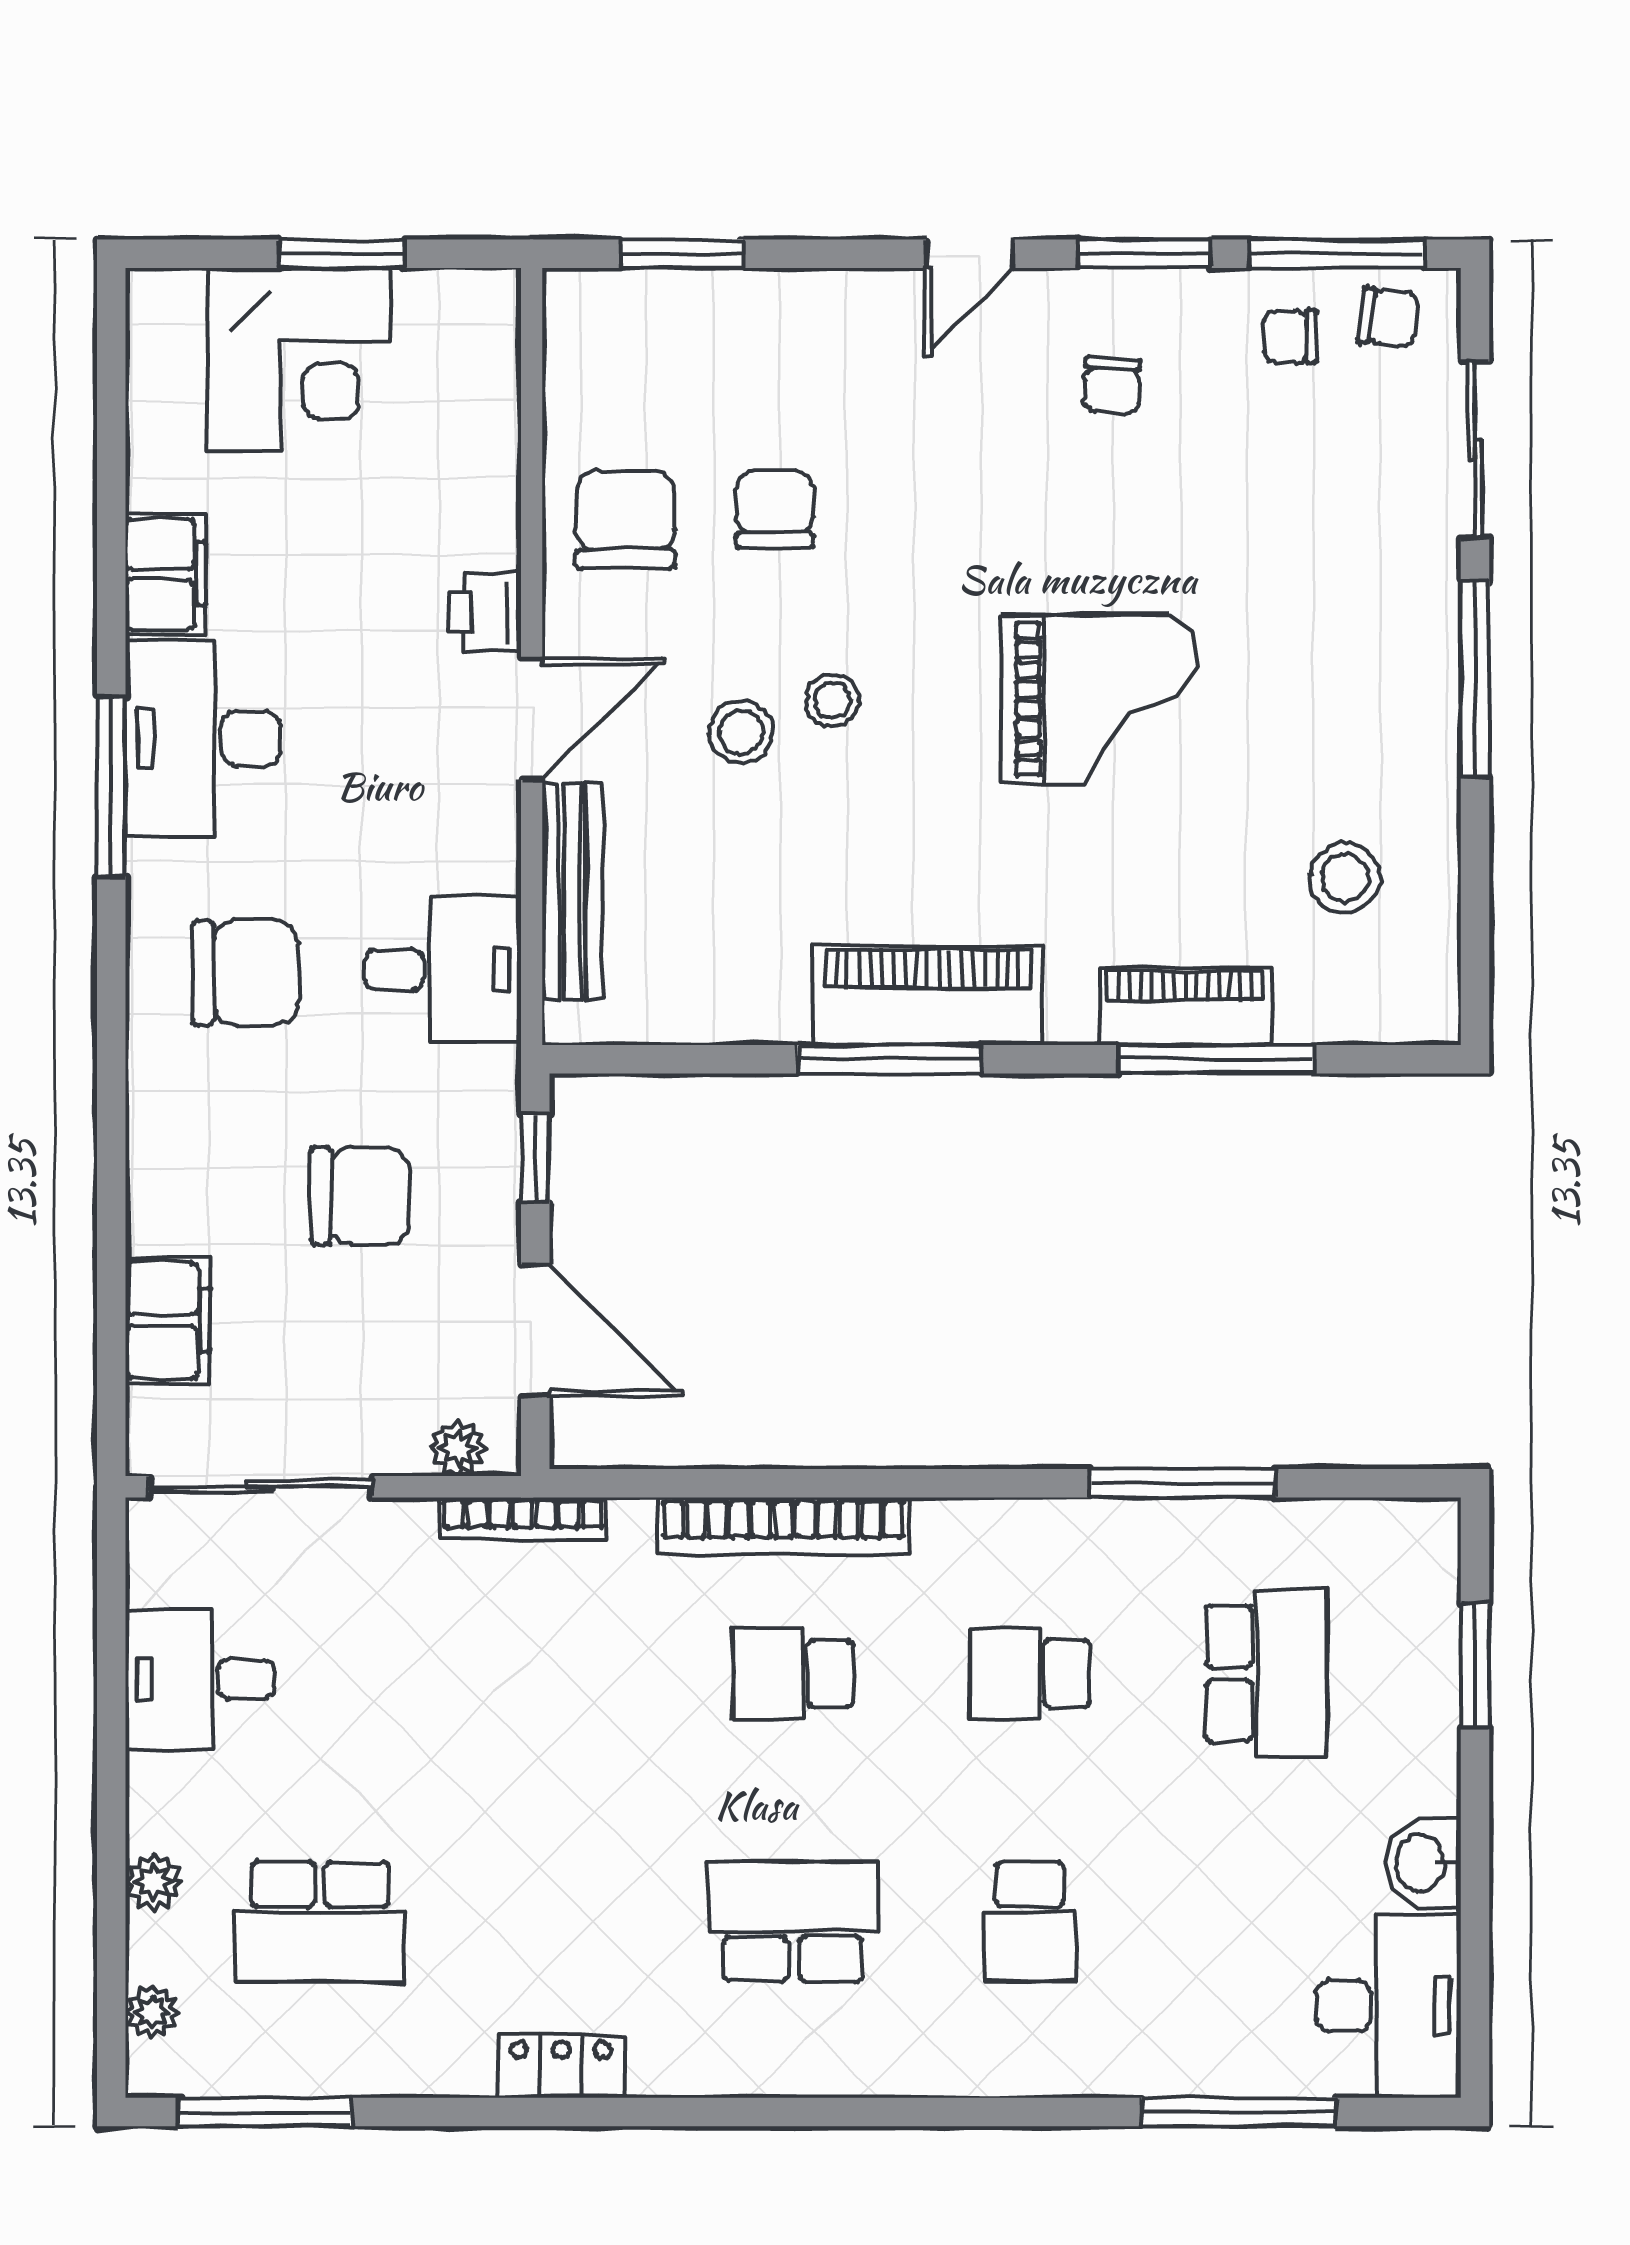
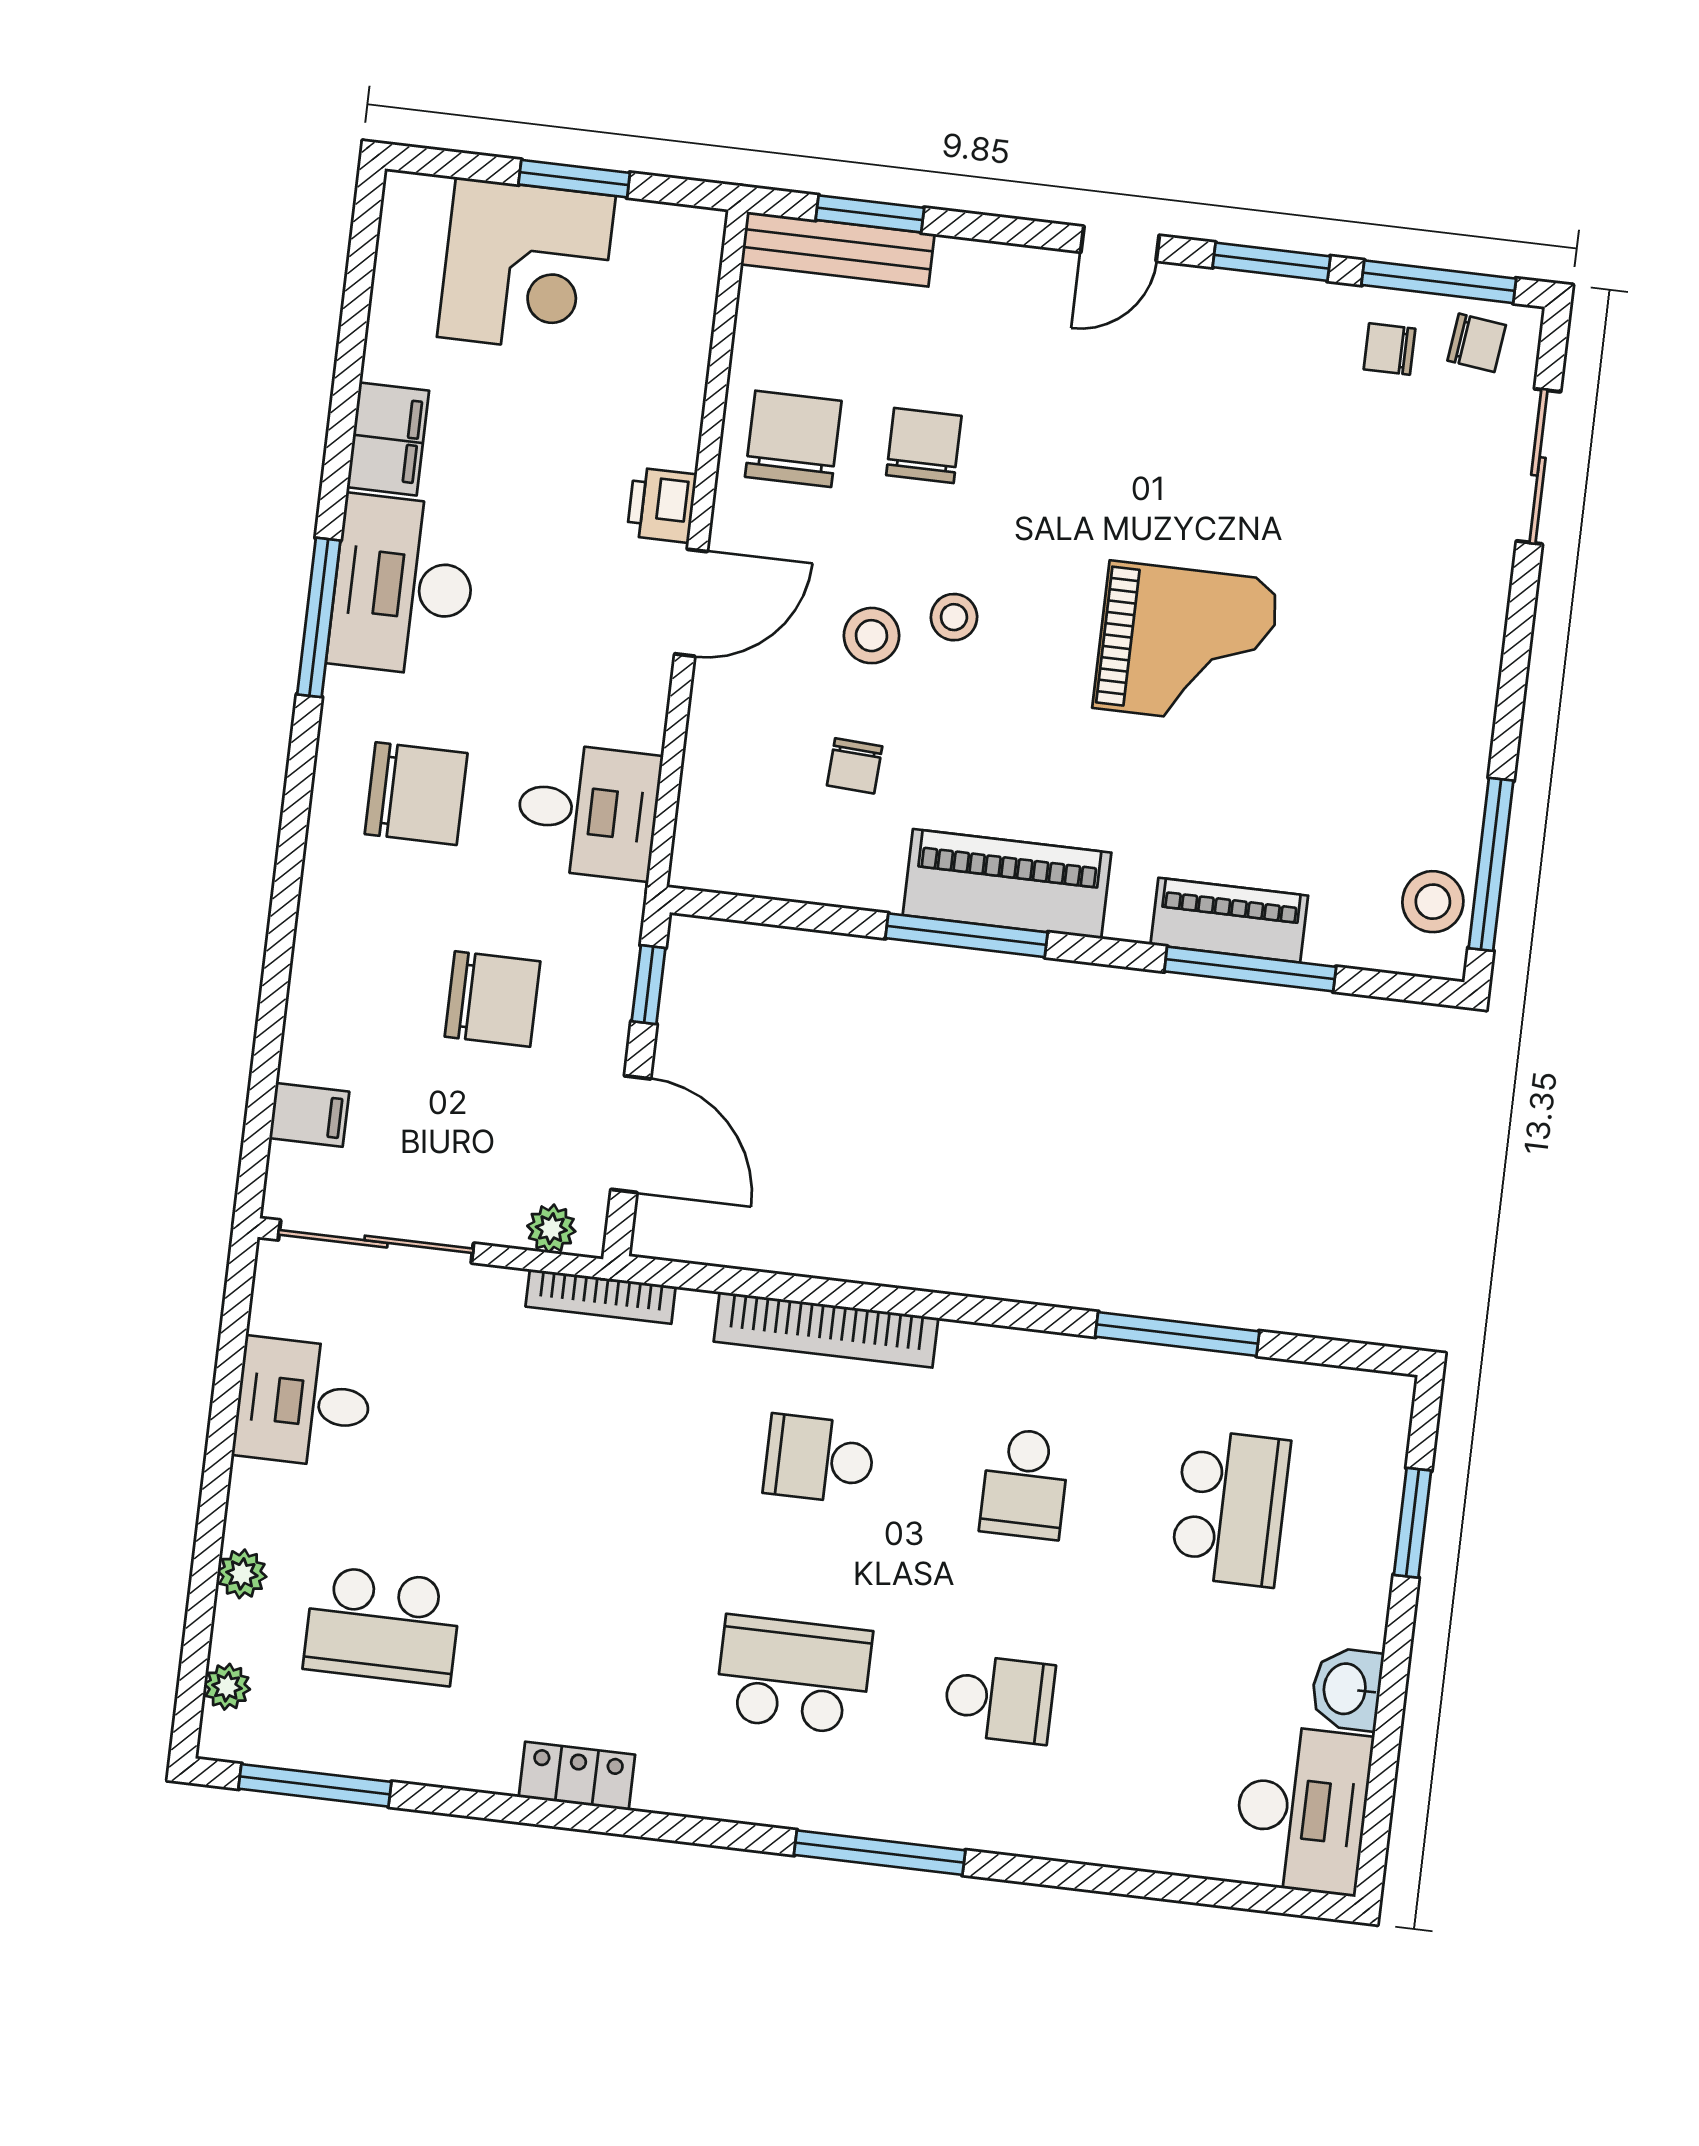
chair: (1112, 386) -> (855, 766), moved
window: (1475, 679) -> (1491, 864), moved
stool: (1345, 878) -> (1433, 902), moved
bench: (572, 891) -> (838, 249), moved, turned 90
filing cabinet: (168, 1320) -> (309, 1115), width x0.50
school desk: (1030, 1674) -> (1025, 1484), turned -90
school desk: (1030, 1922) -> (999, 1699), turned -90
window: (1238, 2112) -> (880, 1853), moved

